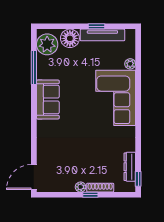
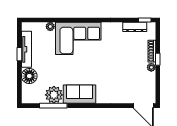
plant: (47, 44) -> (54, 95), moved

